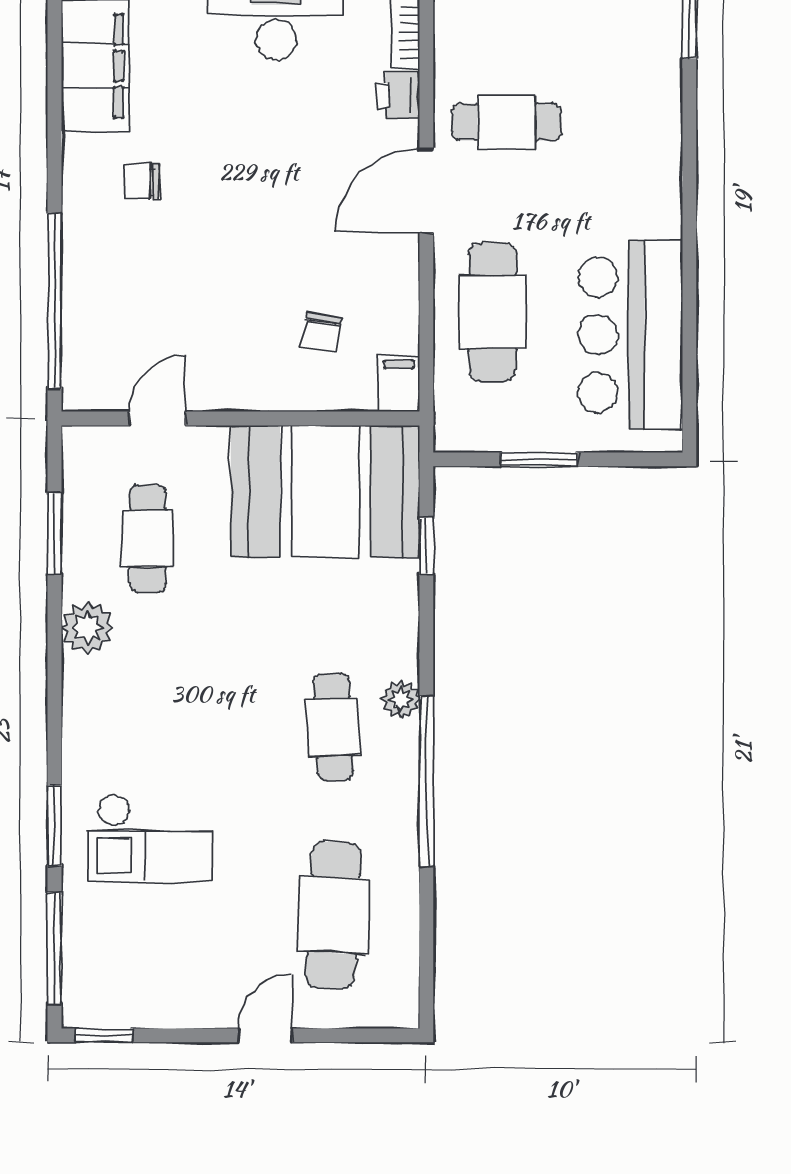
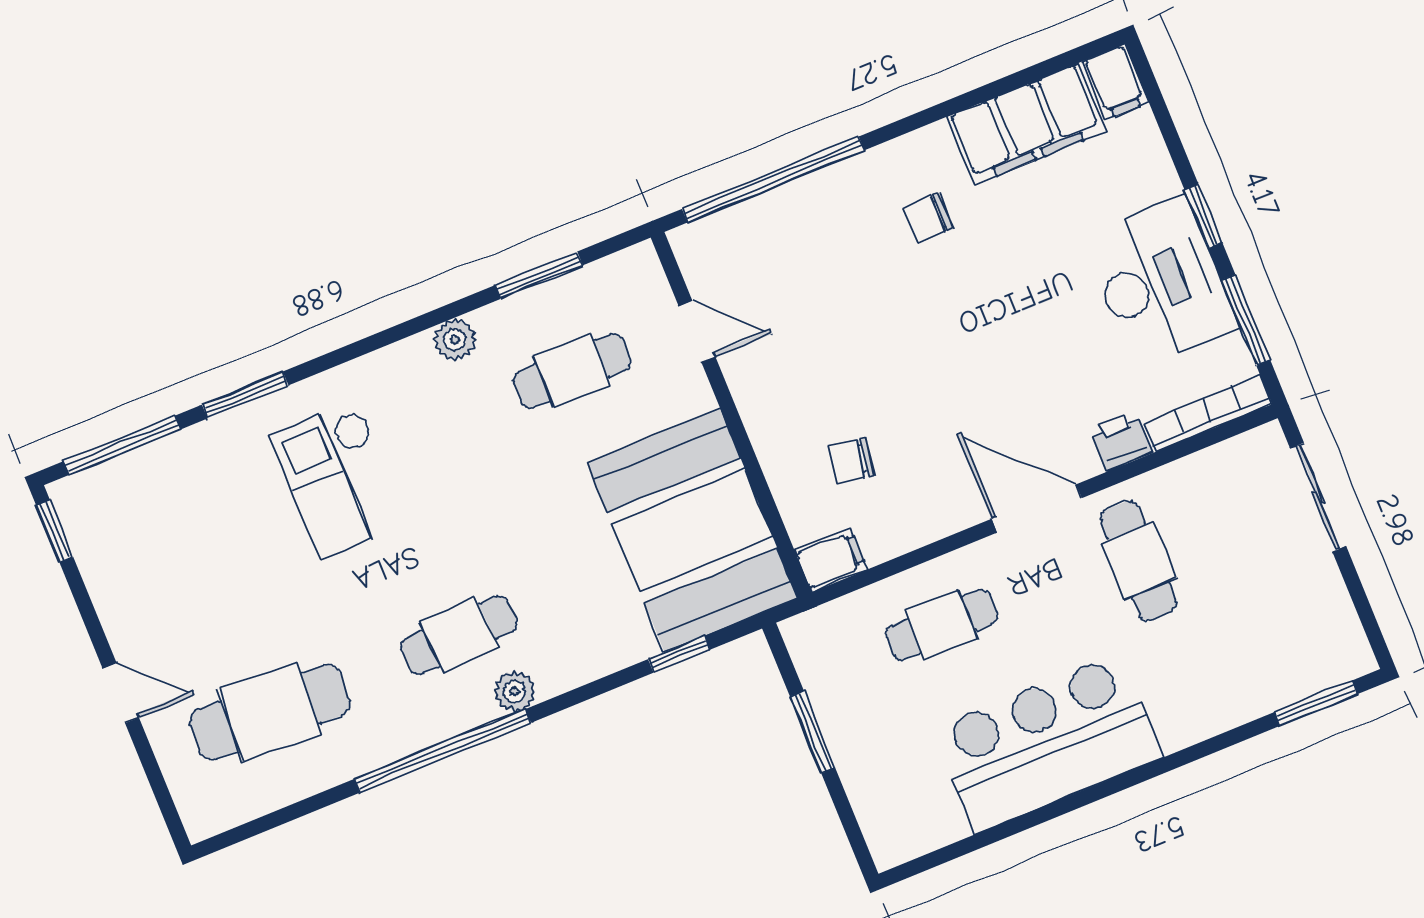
chair: (141, 182) -> (928, 218), turned -90
cafe table: (492, 312) -> (942, 625), width x0.73, depth x0.74
bar counter: (630, 335) -> (1048, 743), moved
plant: (87, 628) -> (455, 340), width x0.73, depth x0.73
checkout: (150, 838) -> (339, 479), moved

